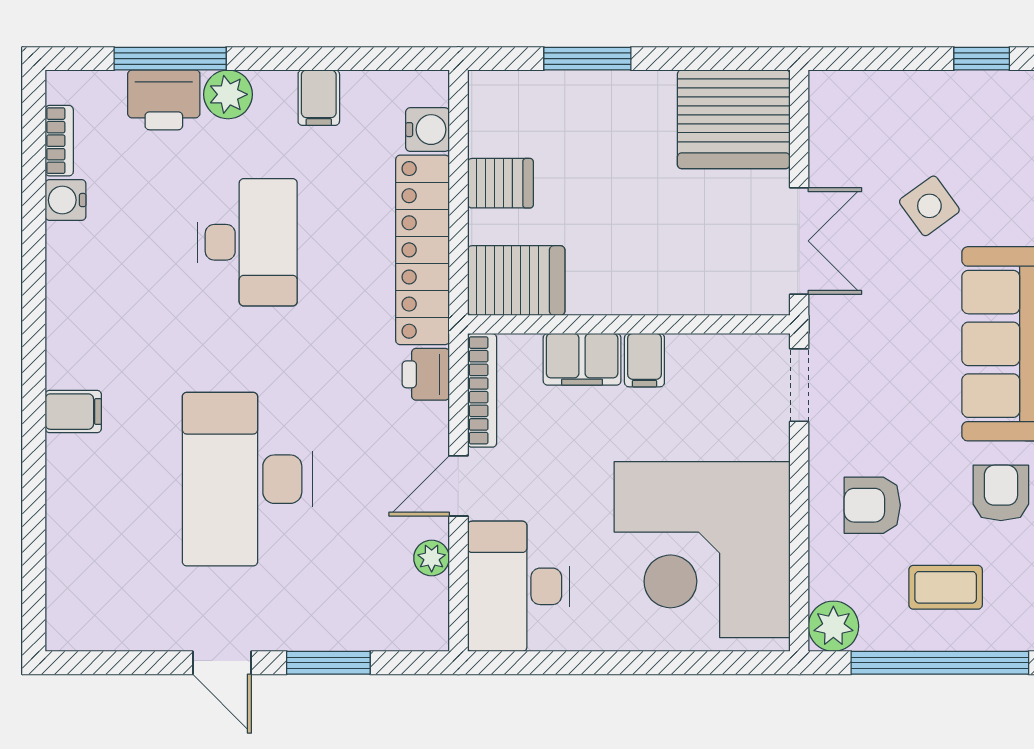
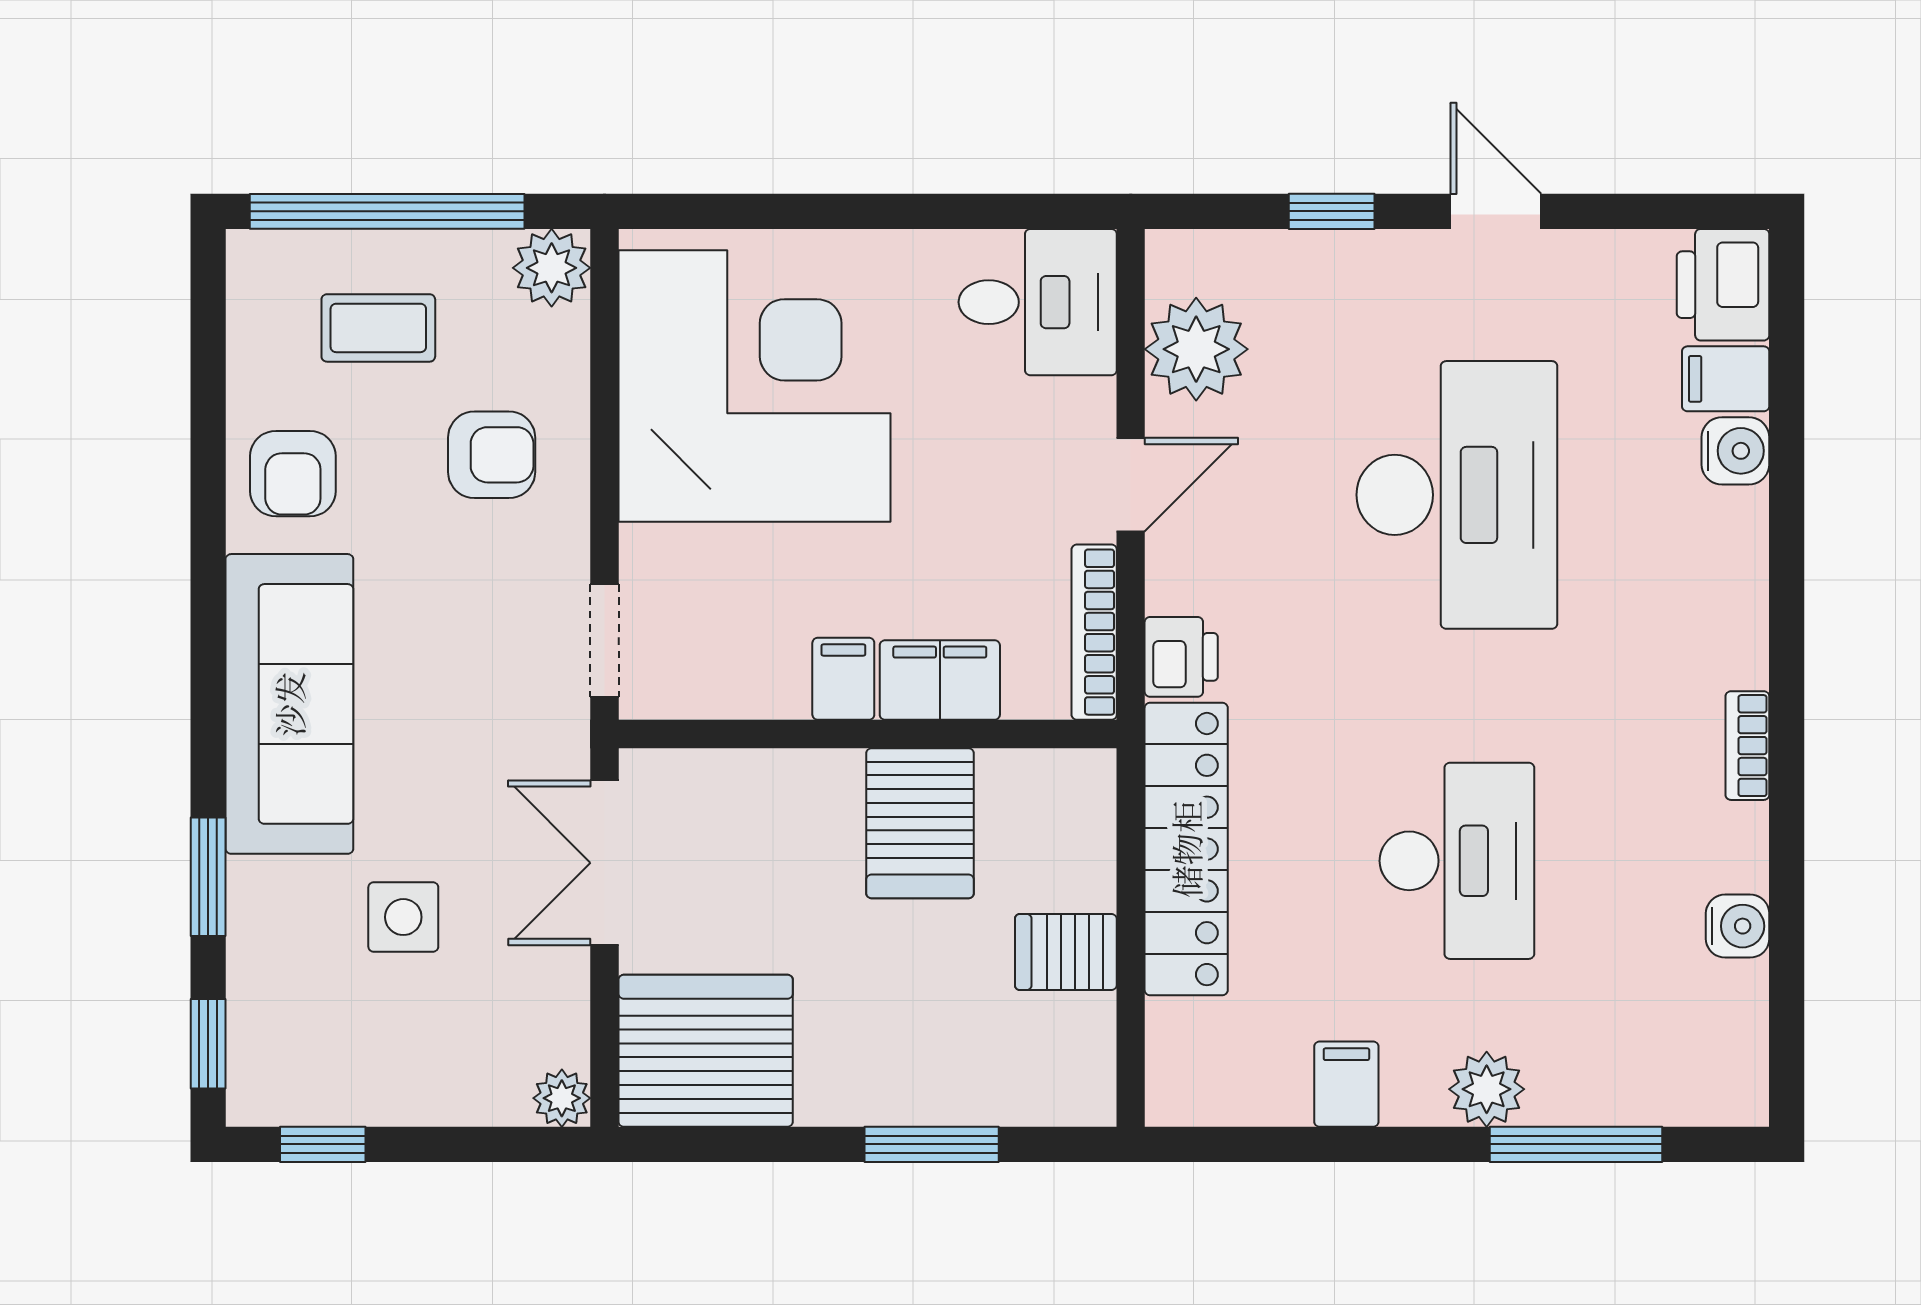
plant: (827, 89) -> (562, 1098), added
printer: (164, 100) -> (1723, 285), moved, turned -90
water cooler: (428, 130) -> (1735, 451), moved, turned 180
bookcase: (59, 141) -> (1747, 746), moved
side table: (929, 206) -> (403, 917), turned 36
desk: (247, 242) -> (1457, 861), turned 180
server rack: (516, 281) -> (920, 823), moved, turned -90
filing cabinet: (73, 412) -> (1726, 379), moved
plant: (432, 558) -> (1196, 349), width x1.87, depth x1.87
desk: (519, 586) -> (1038, 302), width x0.73
window: (328, 663) -> (1332, 211), width x0.67

